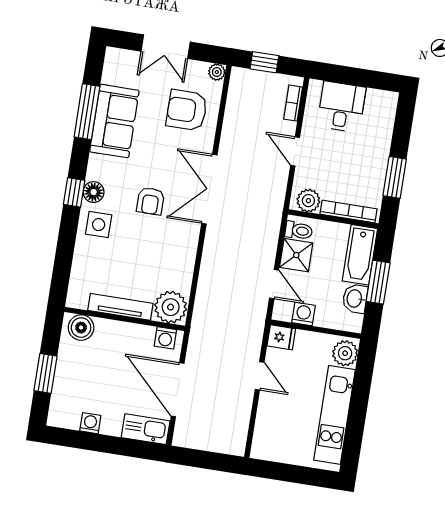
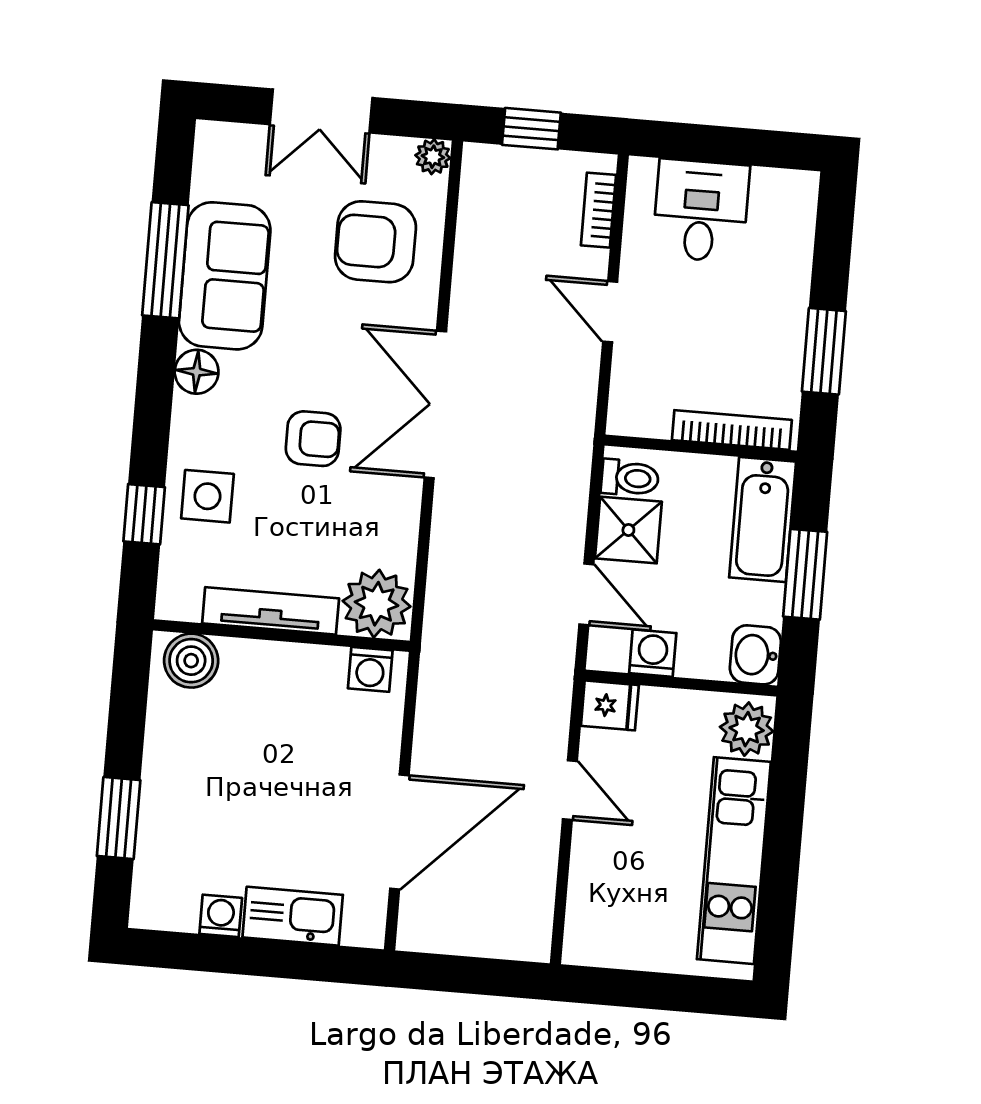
window: (74, 192) -> (144, 514), moved
floor lamp: (94, 192) -> (197, 372), moved
armchair: (150, 201) -> (313, 439), turned -90
plant: (308, 201) -> (646, 413), removed
washbasin: (355, 299) -> (755, 655), moved
tv unit: (120, 307) -> (271, 611), moved
plant: (171, 307) -> (377, 604), moved
wall: (125, 319) -> (281, 636), moved
boiler: (81, 328) -> (191, 661), moved
washing machine: (165, 338) -> (370, 669), moved
door: (178, 390) -> (399, 832), swing flipped
kitchen sink: (146, 429) -> (293, 916), moved

